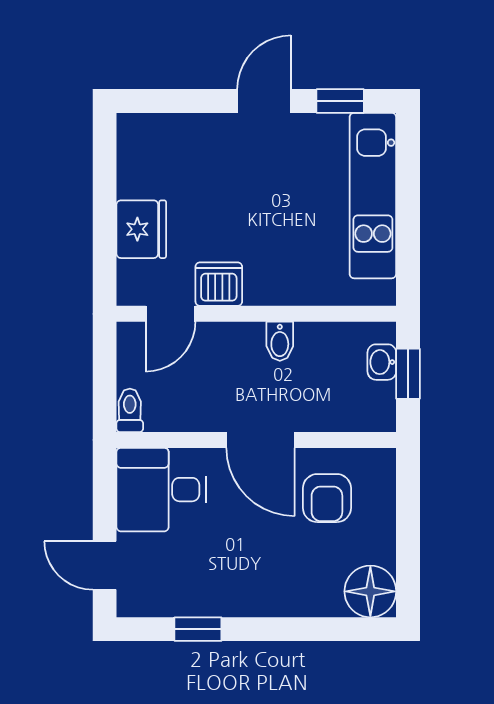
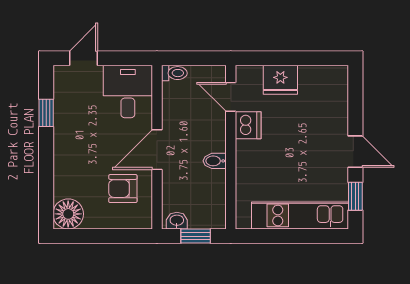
washbasin: (382, 362) -> (177, 221), moved

